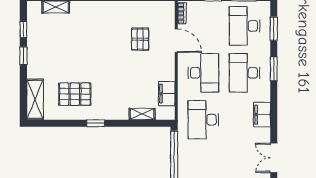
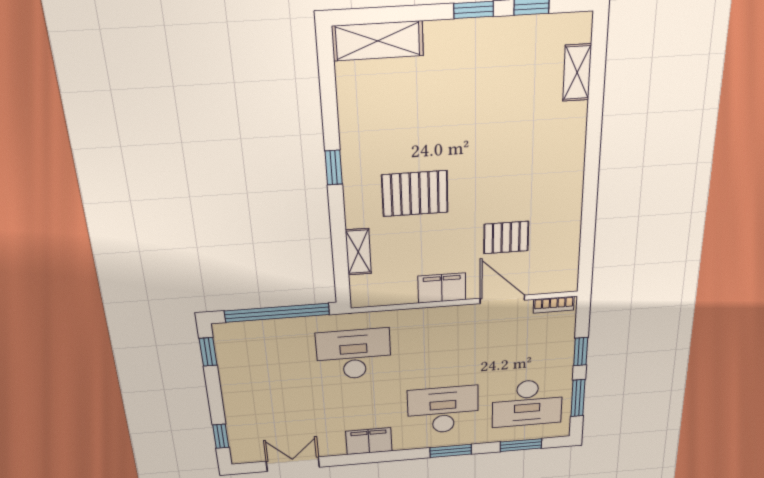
desk: (245, 26) -> (527, 403), turned 180
door: (176, 41) -> (502, 299), swing flipped
desk: (203, 73) -> (442, 347), removed
pallet: (75, 94) -> (415, 194), moved, turned 90
filing cabinet: (167, 94) -> (442, 288), moved

